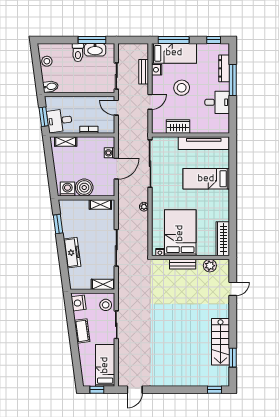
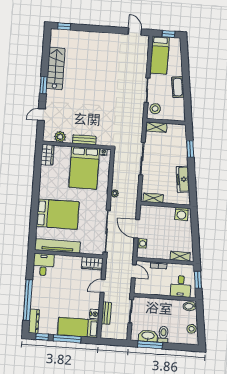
window: (174, 40) -> (67, 339), moved
dresser: (224, 68) -> (34, 321), moved
window: (233, 80) -> (28, 300), width x1.46
stool: (182, 88) -> (74, 296), removed
desk: (217, 102) -> (43, 265), moved, turned 90
door: (116, 108) -> (134, 271), moved
desk: (60, 121) -> (181, 286), moved, turned 98
wardrobe: (178, 126) -> (92, 263), moved
door: (116, 169) -> (137, 229), hinge flipped
bed: (206, 179) -> (58, 214), width x1.50
boiler: (84, 188) -> (167, 214), removed
window: (58, 224) -> (190, 149), moved
wardrobe: (223, 239) -> (47, 155), width x0.67
freezer: (72, 253) -> (183, 179), moved
nightstand: (79, 303) -> (179, 112), removed
window: (233, 358) -> (44, 85), moved
door: (135, 390) -> (135, 32), hinge flipped

